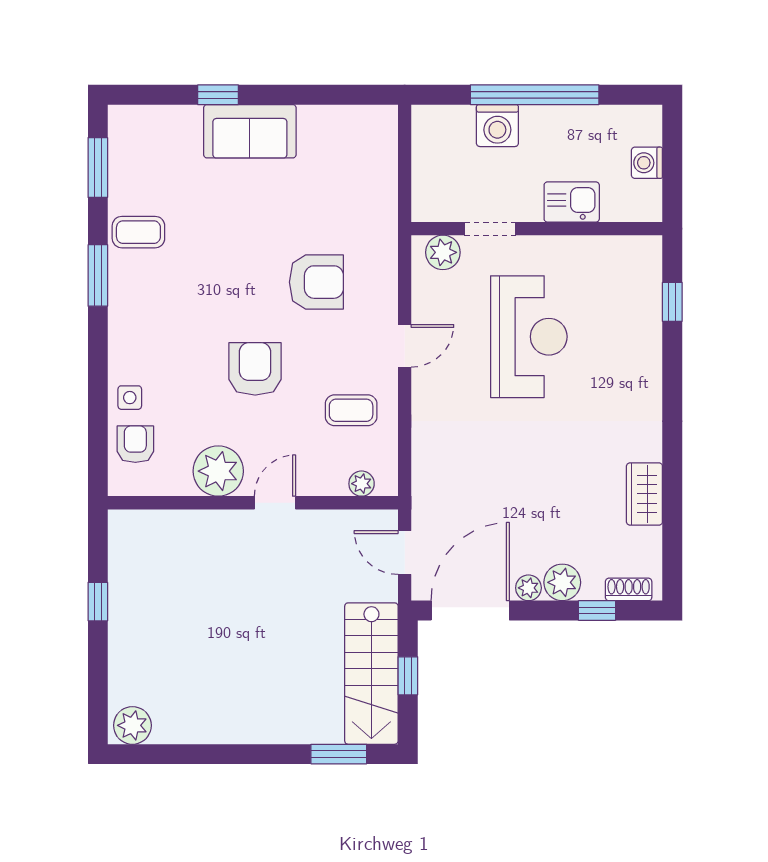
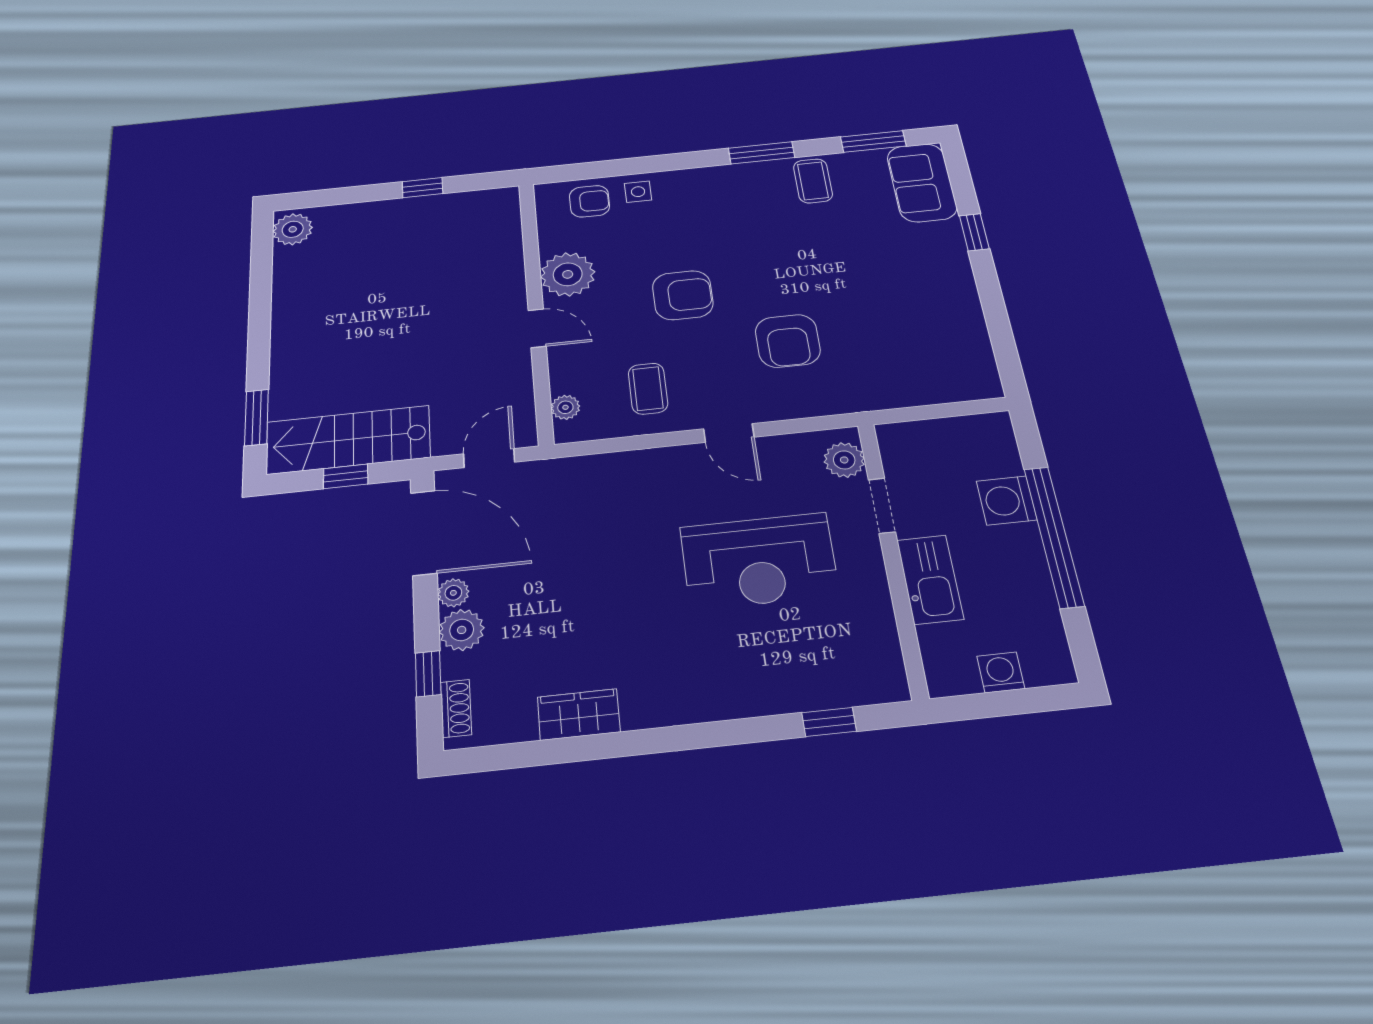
sofa: (250, 131) -> (922, 183), moved
kitchen sink: (572, 202) -> (930, 579), width x1.38

